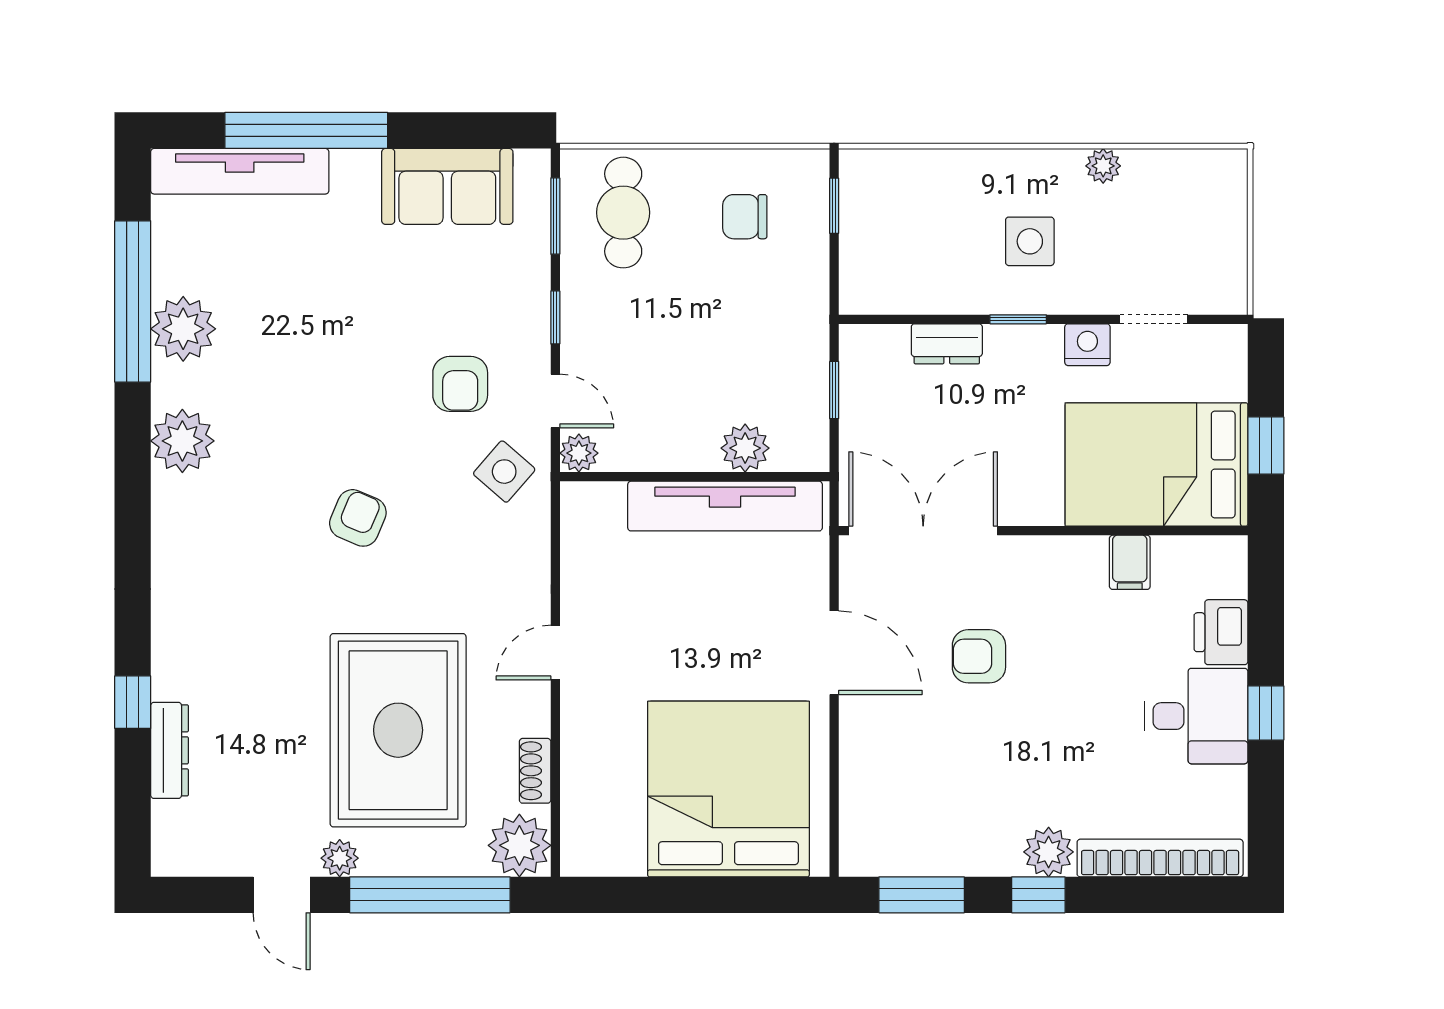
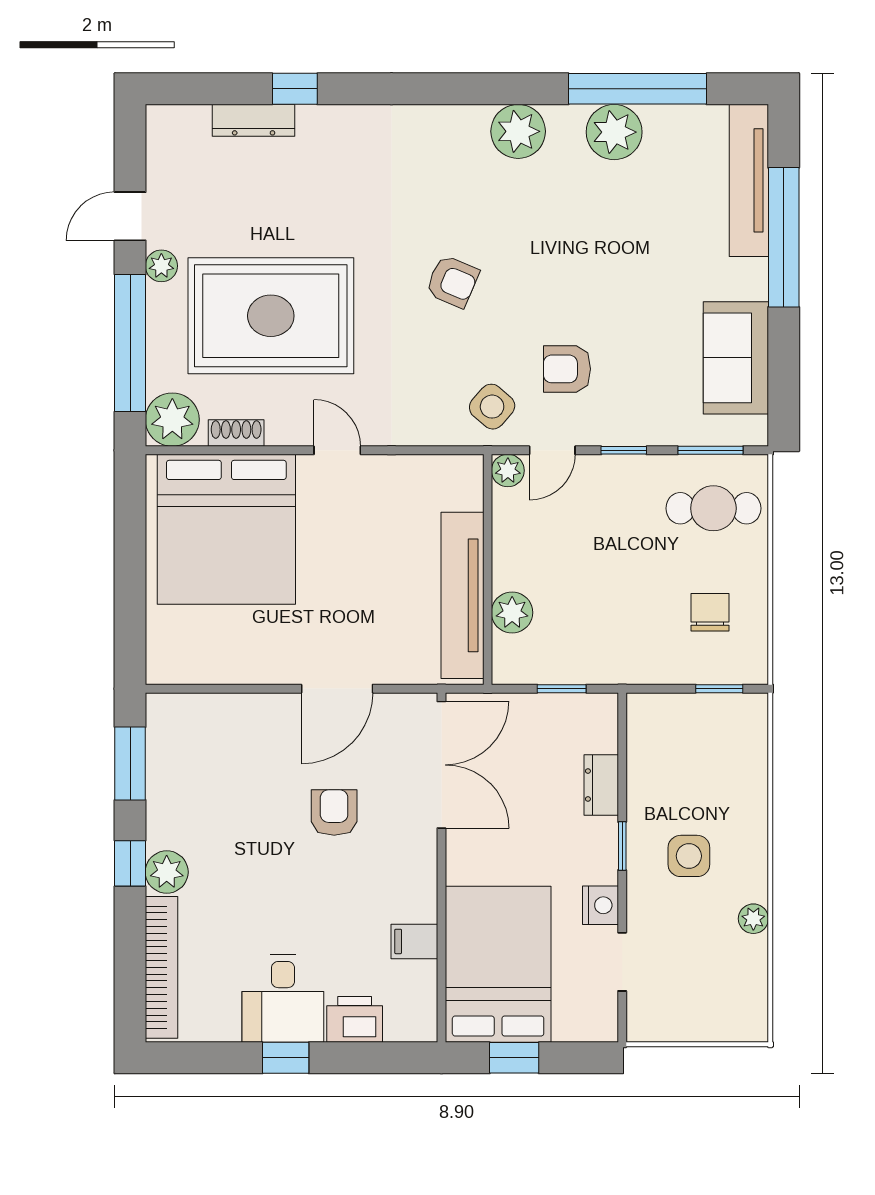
bed: (728, 789) -> (226, 529), moved, turned 90

